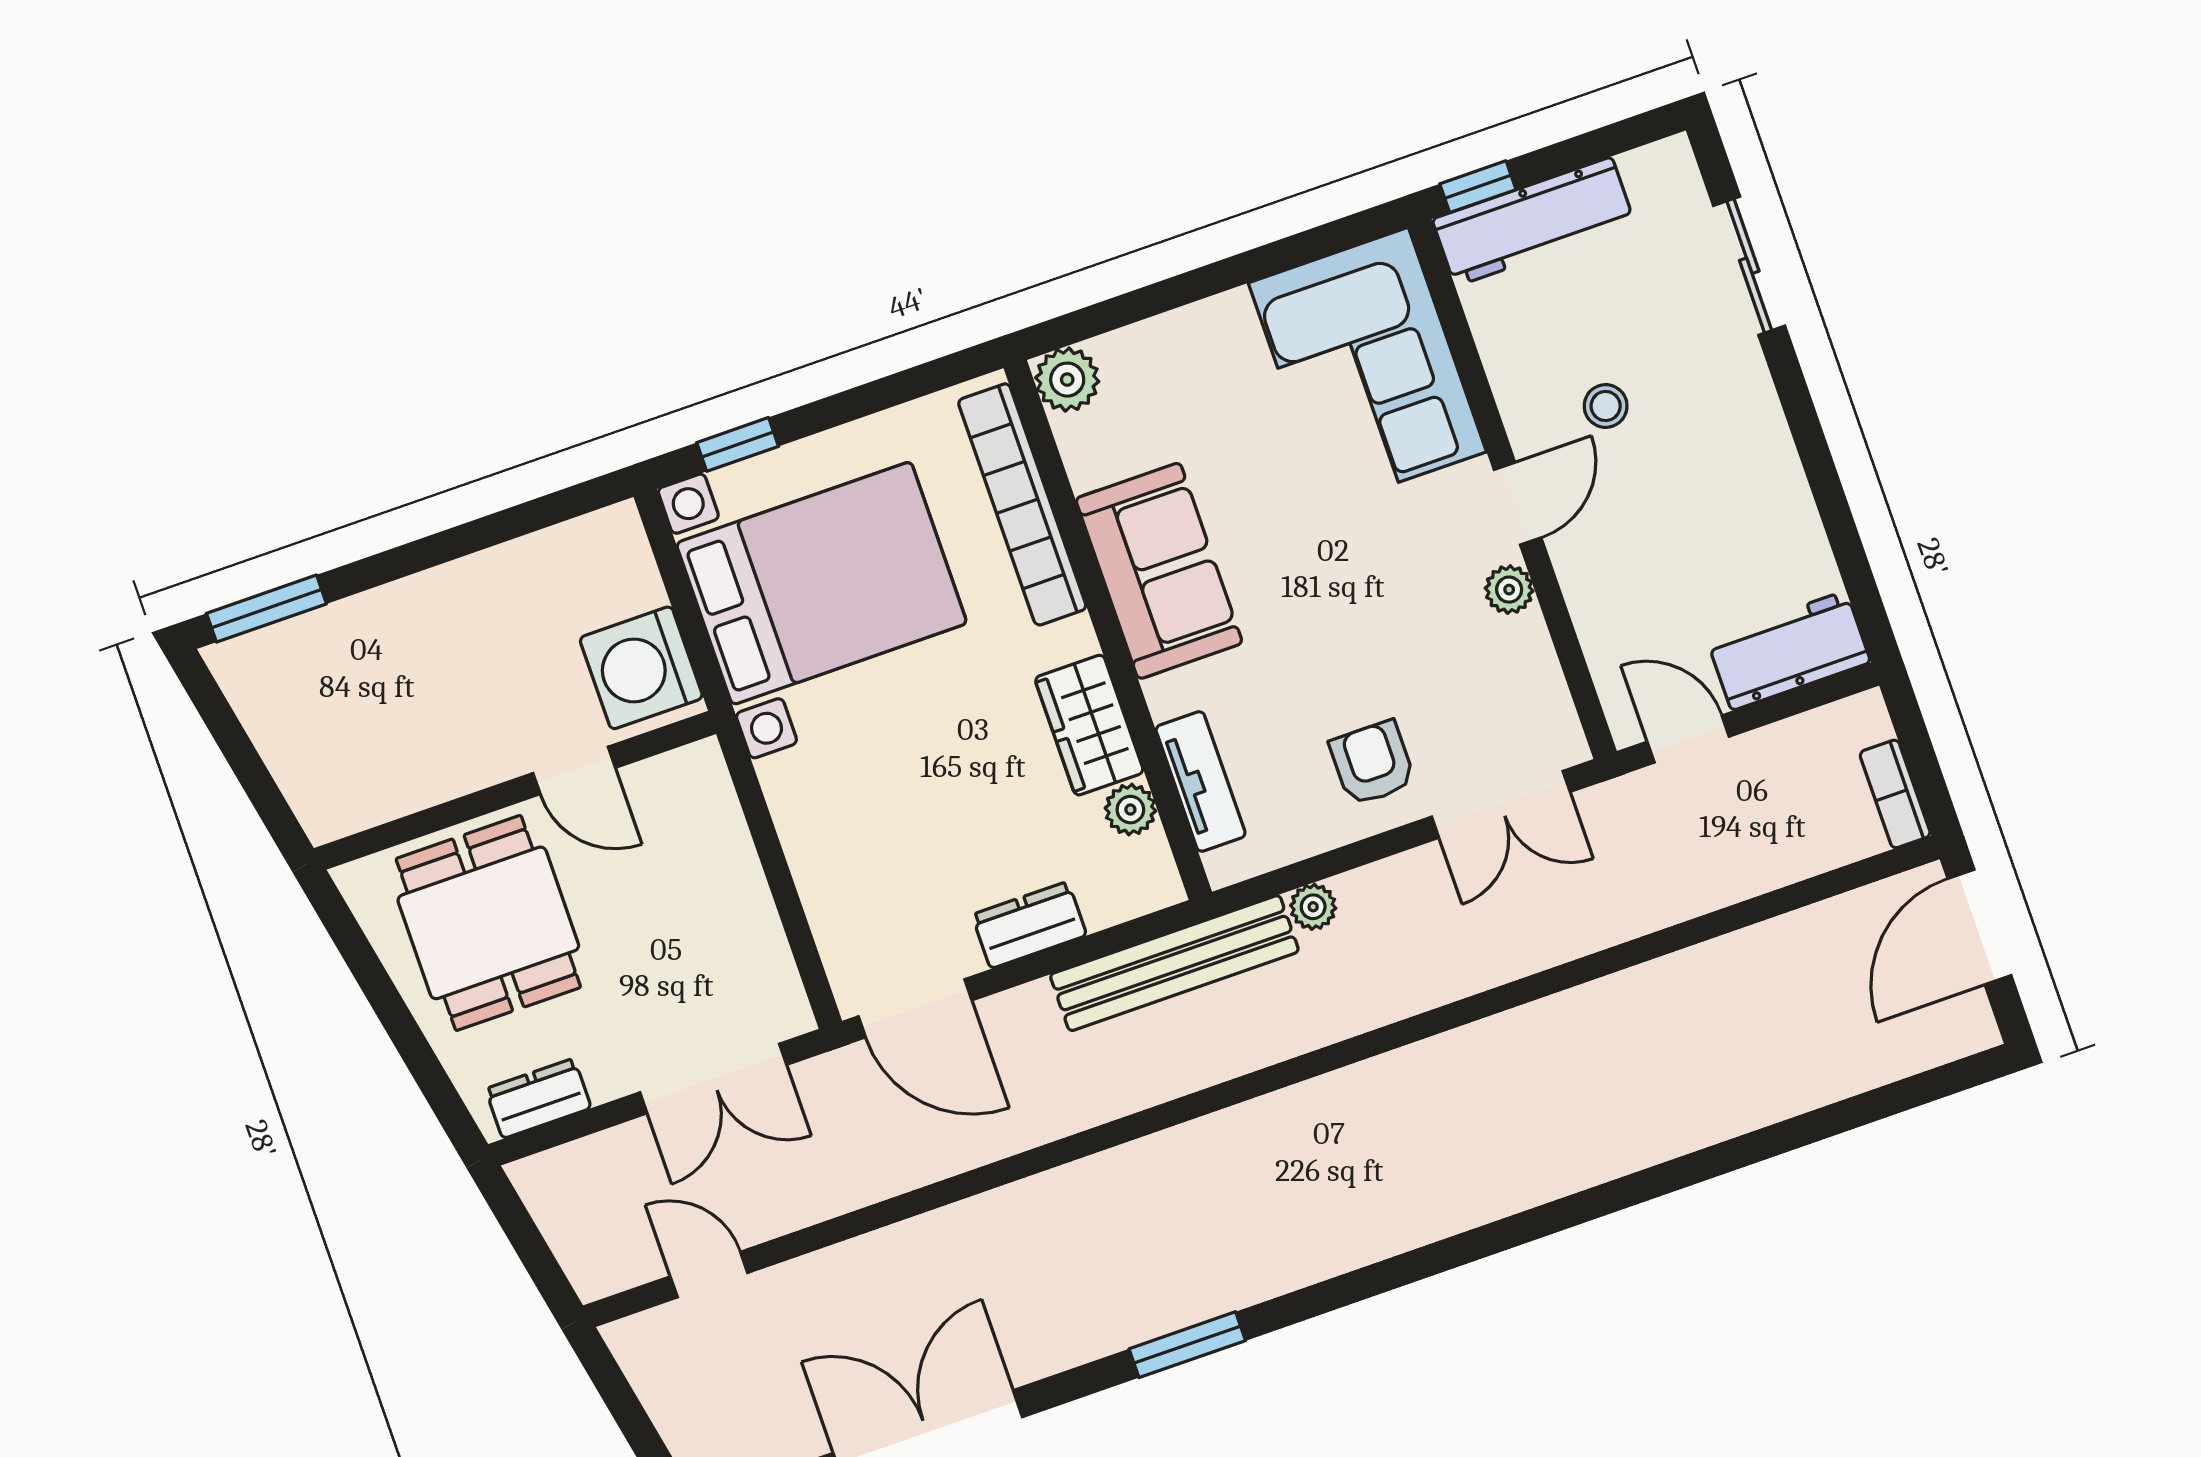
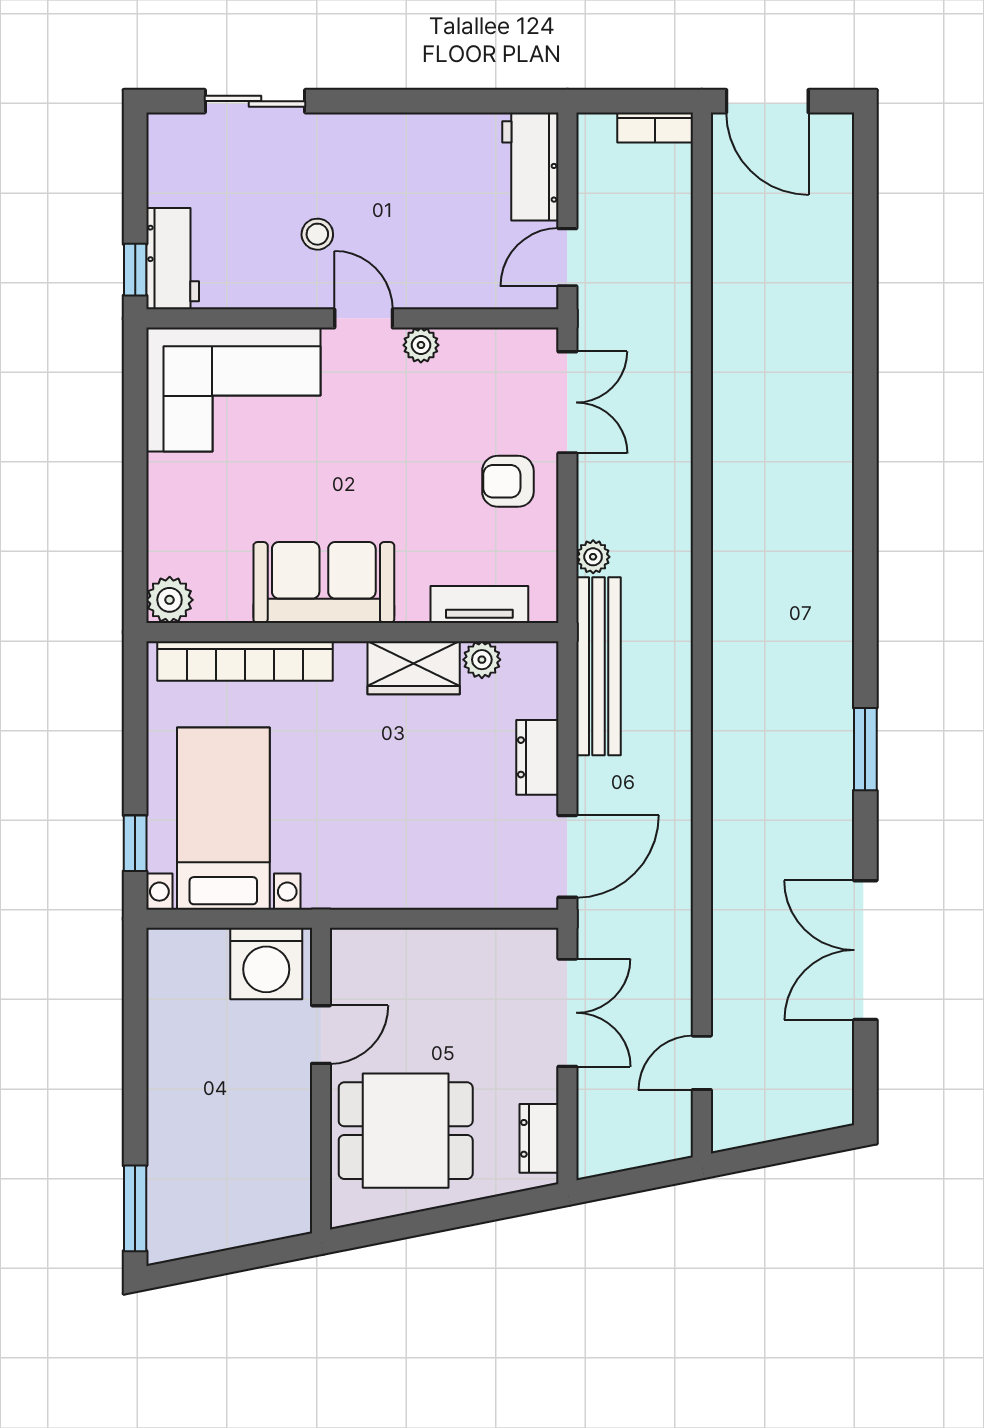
workbench: (1533, 222) -> (173, 259), width x0.73
bed with nightstands: (822, 583) -> (223, 819), width x0.73

